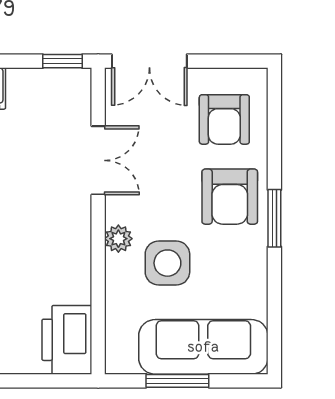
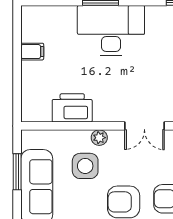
printer: (67, 340) -> (72, 108), moved

